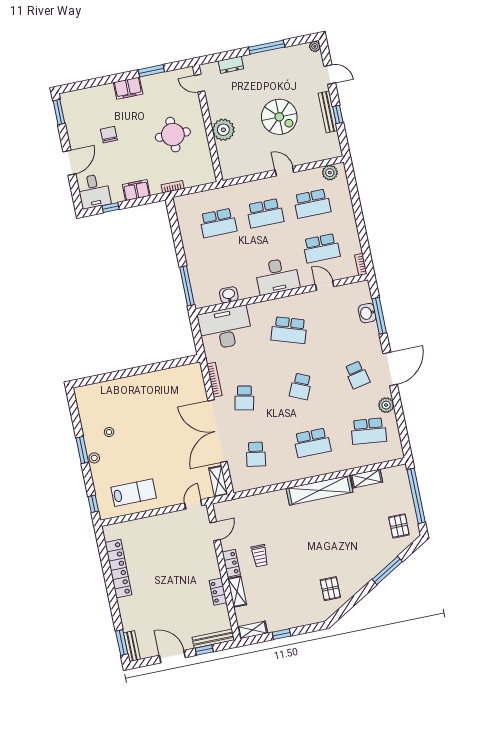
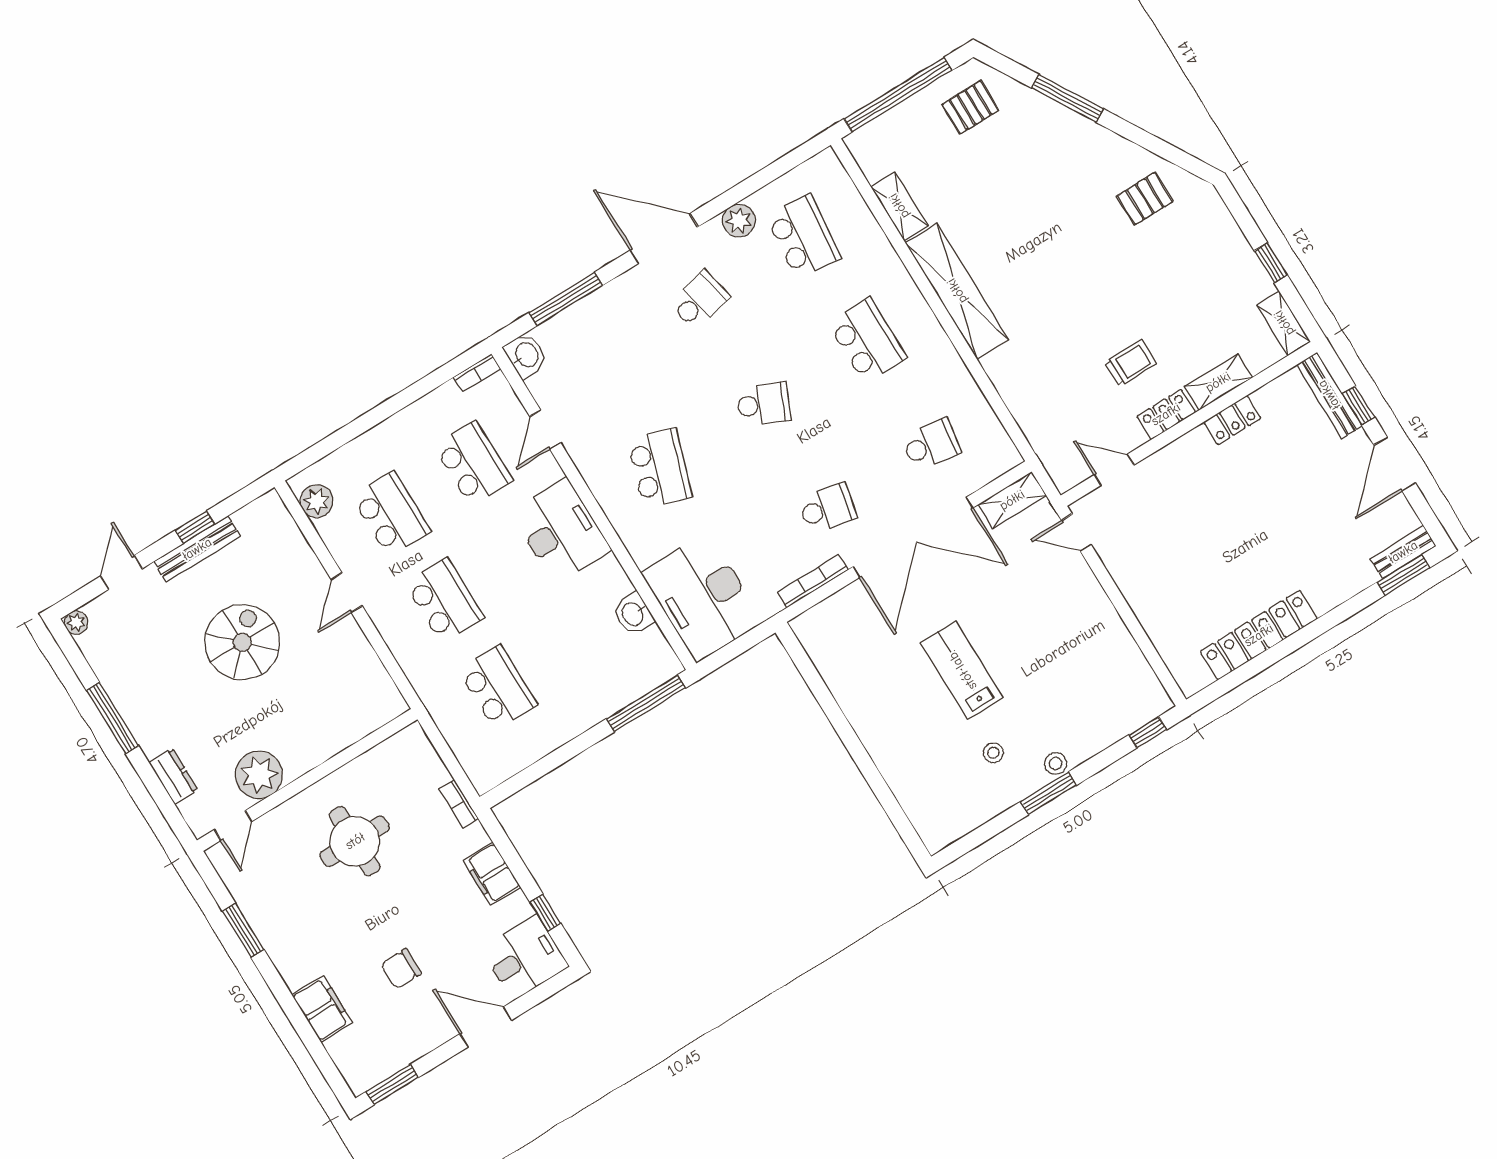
filing cabinet: (128, 88) -> (322, 1009), moved
plant: (223, 130) -> (259, 775), moved
washbasin: (367, 313) -> (526, 355), moved, turned -90
lab bench: (134, 493) -> (962, 670), moved

